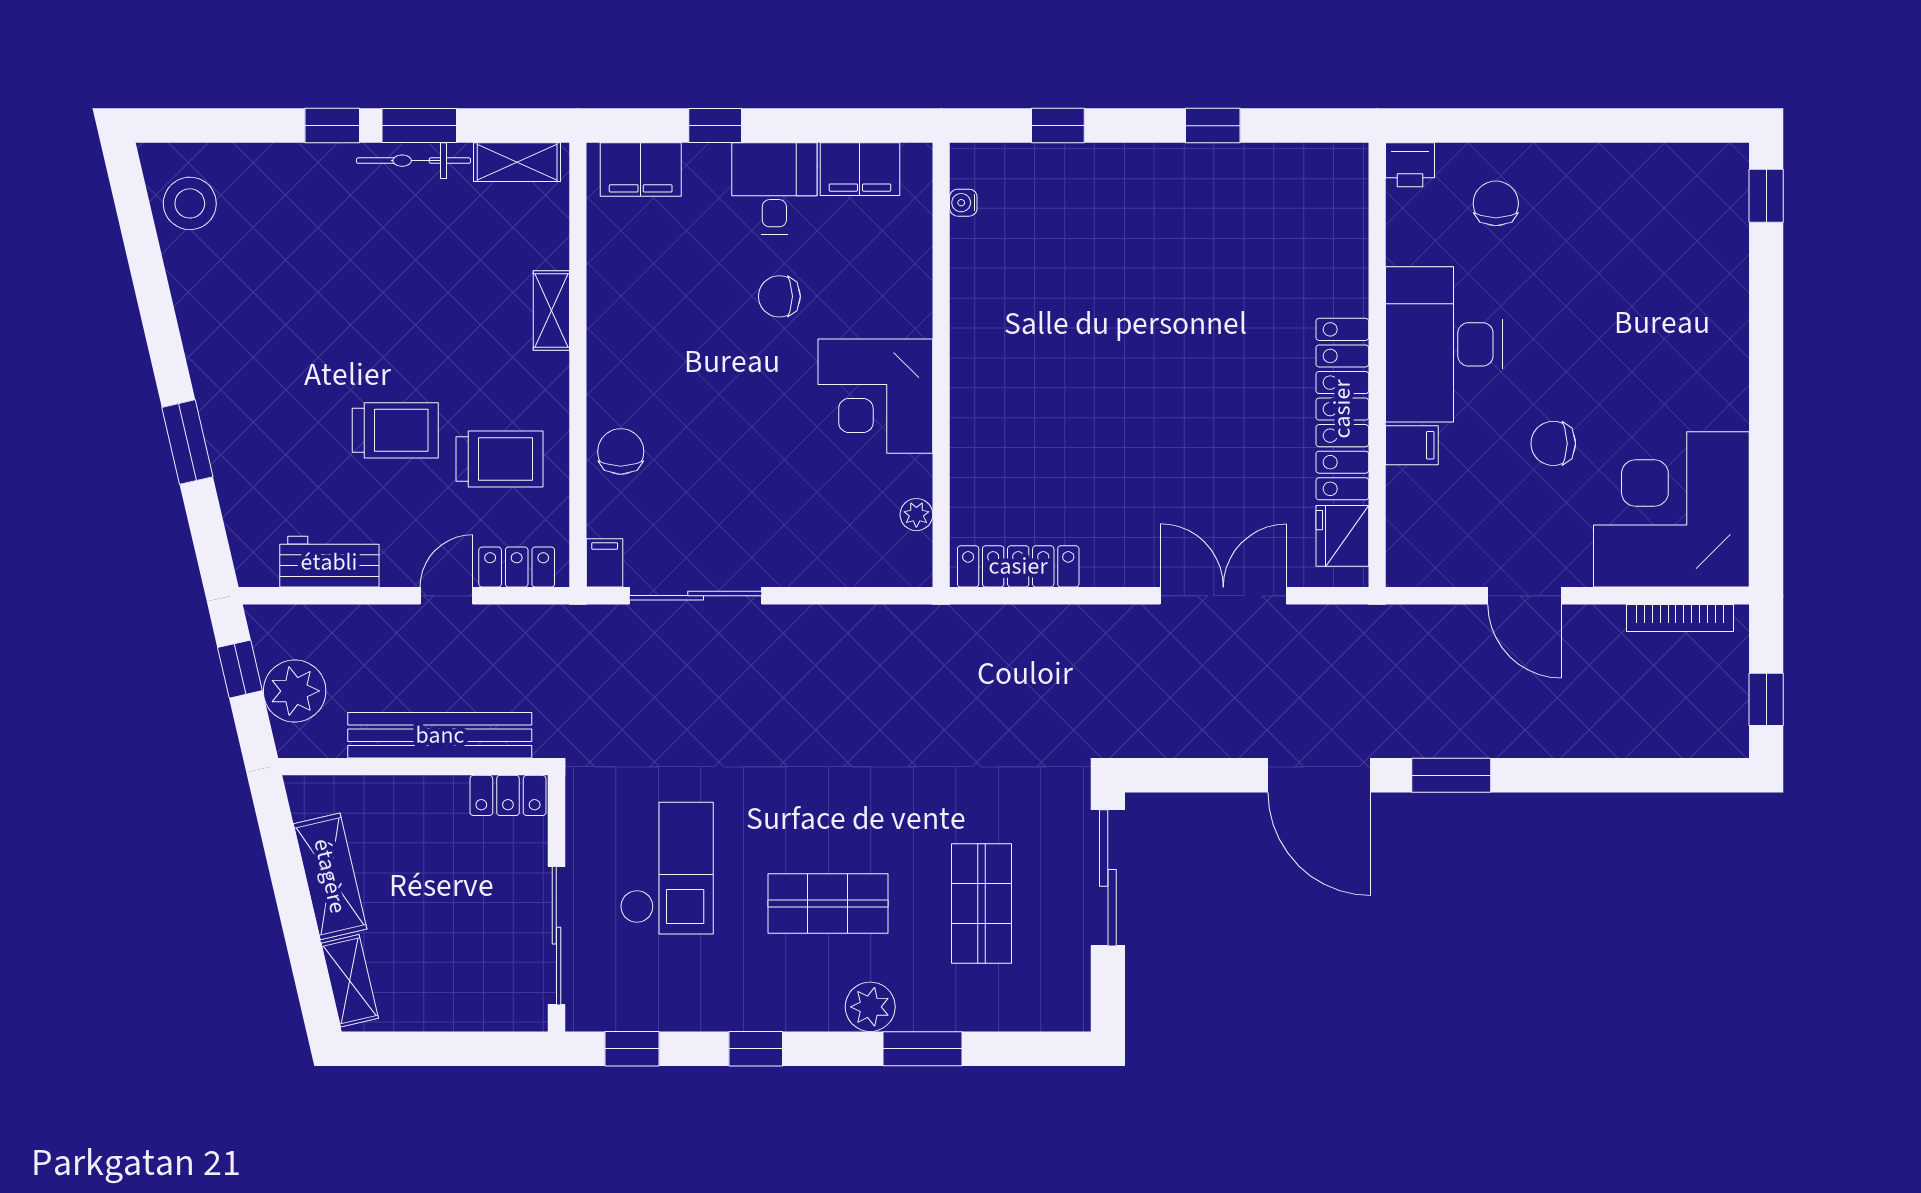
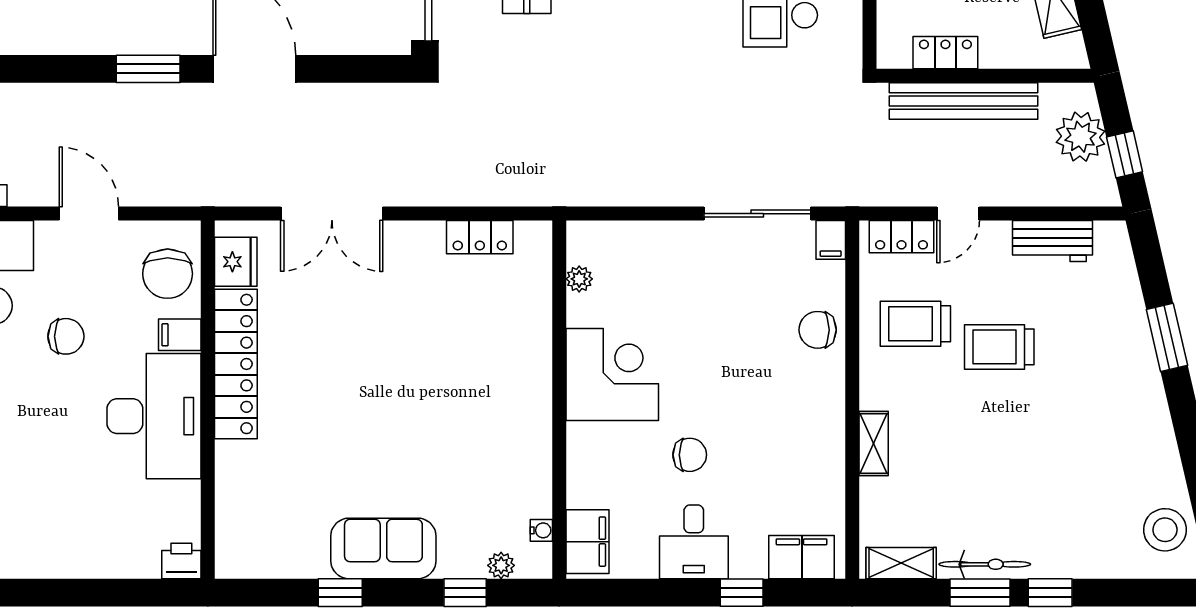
plant: (1013, 159) -> (501, 565), added
filing cabinet: (860, 169) -> (588, 542), moved, turned 90
sofa: (1159, 180) -> (383, 548), added
chair: (1496, 203) -> (168, 274), moved, width x1.37, depth x1.37
chair: (621, 451) -> (818, 330), turned 90
locker: (1018, 566) -> (480, 237), width x0.66
locker: (508, 795) -> (945, 53), moved

